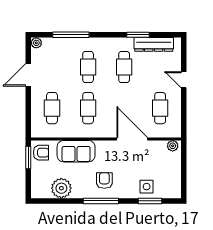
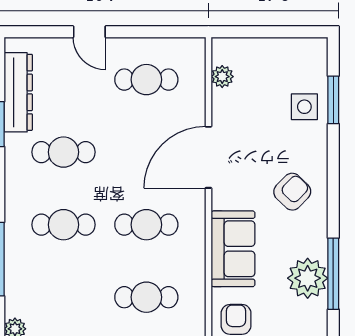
door: (184, 80) -> (89, 32), hinge flipped
door: (132, 139) -> (208, 157), moved
plant: (173, 146) -> (222, 77), moved
armchair: (104, 181) -> (292, 192), turned 134
window: (101, 201) -> (333, 274), moved

